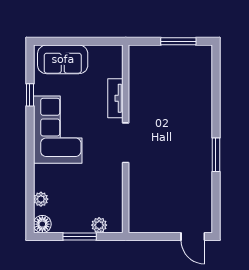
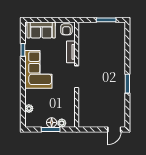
armchair: (108, 58) -> (66, 29), added
floor lamp: (42, 224) -> (52, 122), moved
door: (193, 237) -> (114, 129), hinge flipped

